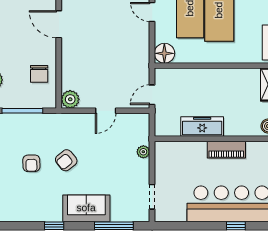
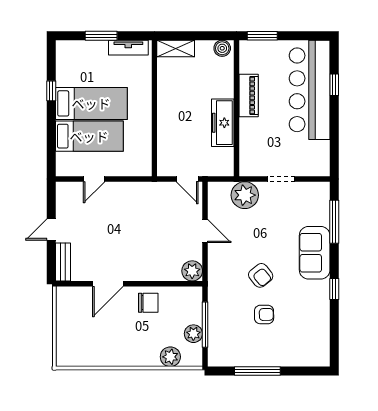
floor lamp: (164, 53) -> (140, 165), removed
chair: (39, 74) -> (148, 303), moved
plant: (14, 100) -> (193, 334), added
plant: (143, 152) -> (245, 195), width x1.87, depth x1.87
doorway: (152, 197) -> (281, 179), moved

